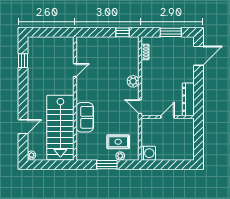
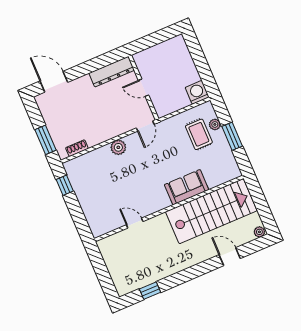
window: (171, 32) -> (46, 140), moved

